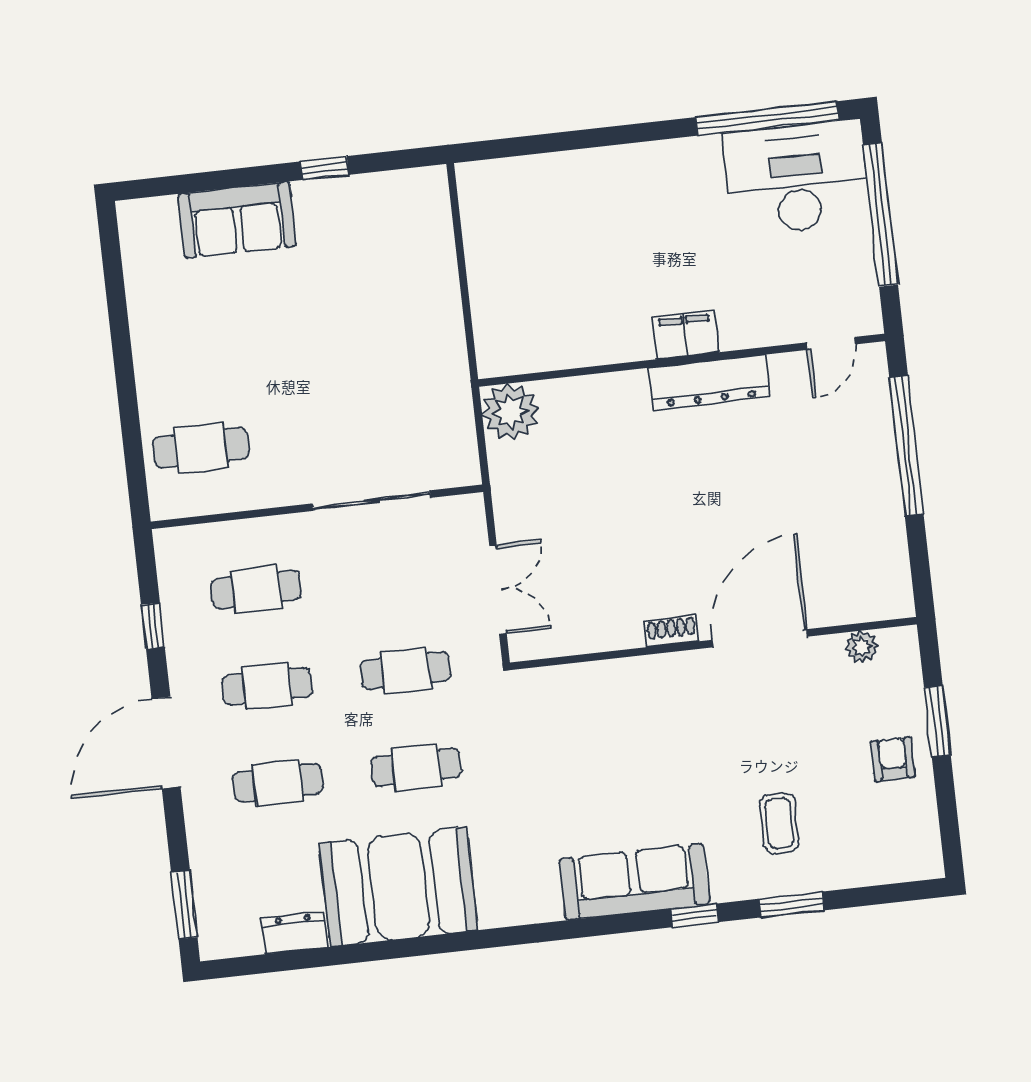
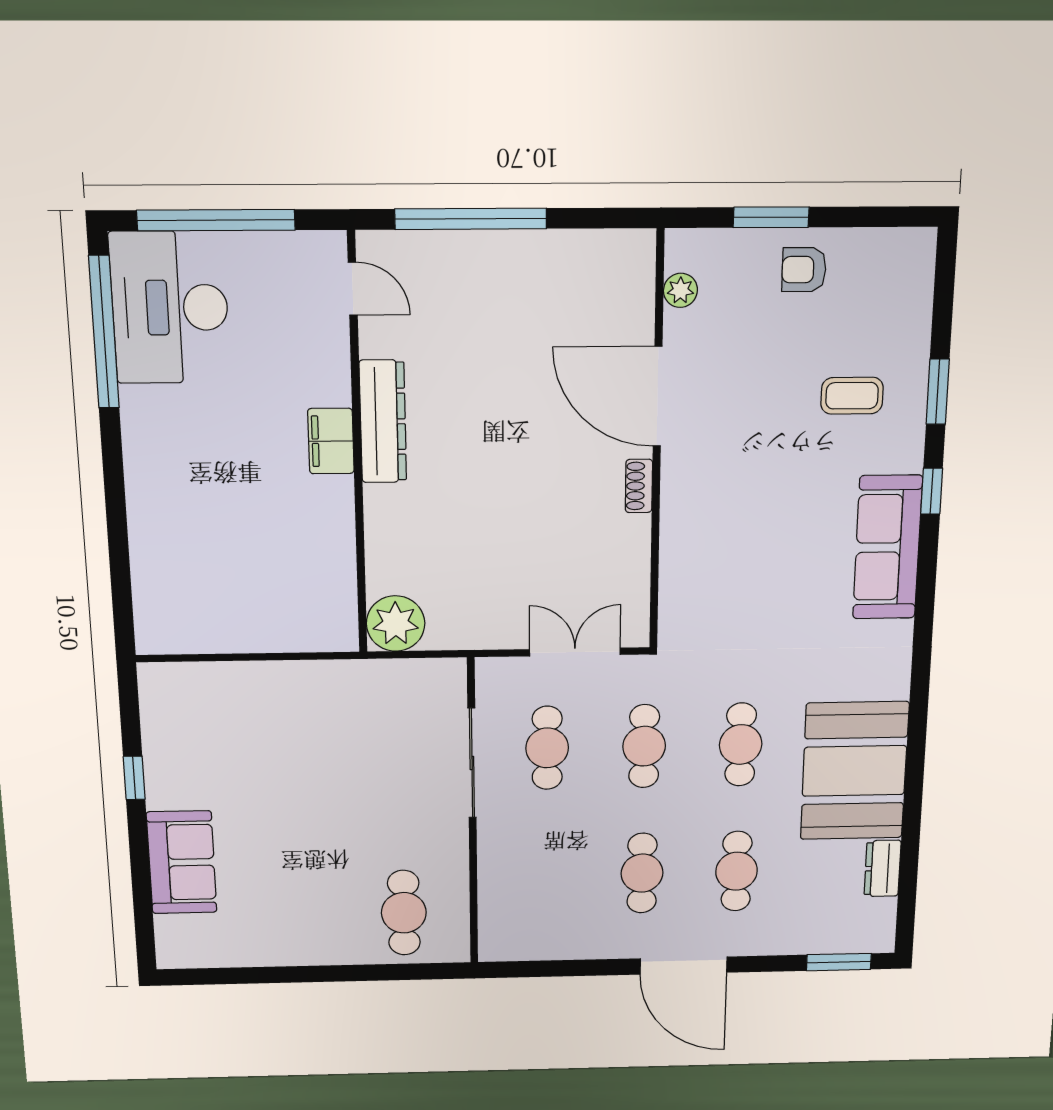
cafe table: (256, 589) -> (547, 748), moved
window: (153, 626) -> (571, 968), removed

